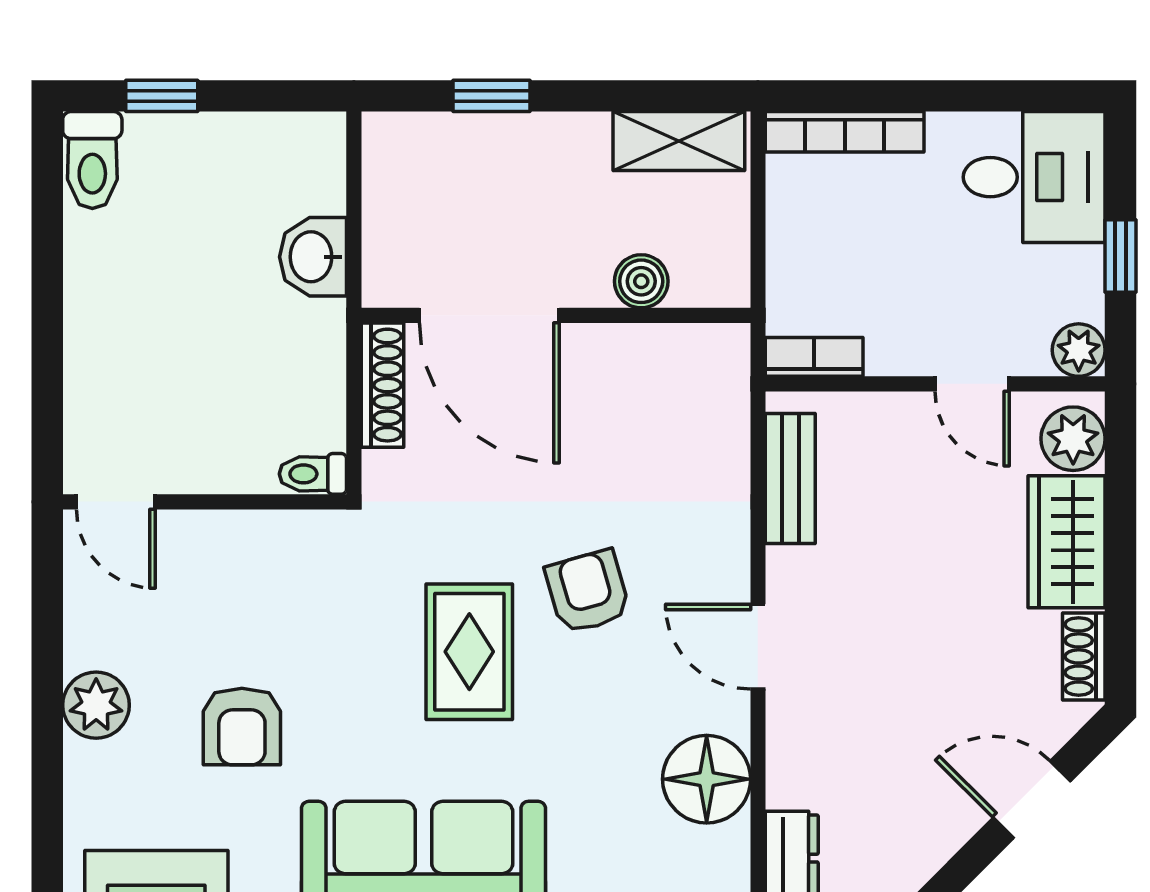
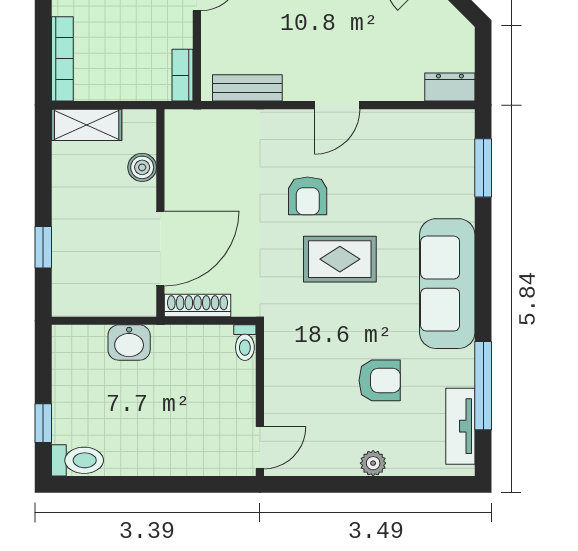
shelving: (679, 141) -> (87, 125), moved, turned 90
armchair: (588, 592) -> (308, 196), turned -74
plant: (96, 705) -> (373, 463), width x0.73, depth x0.73
floor lamp: (707, 779) -> (408, 132), removed

